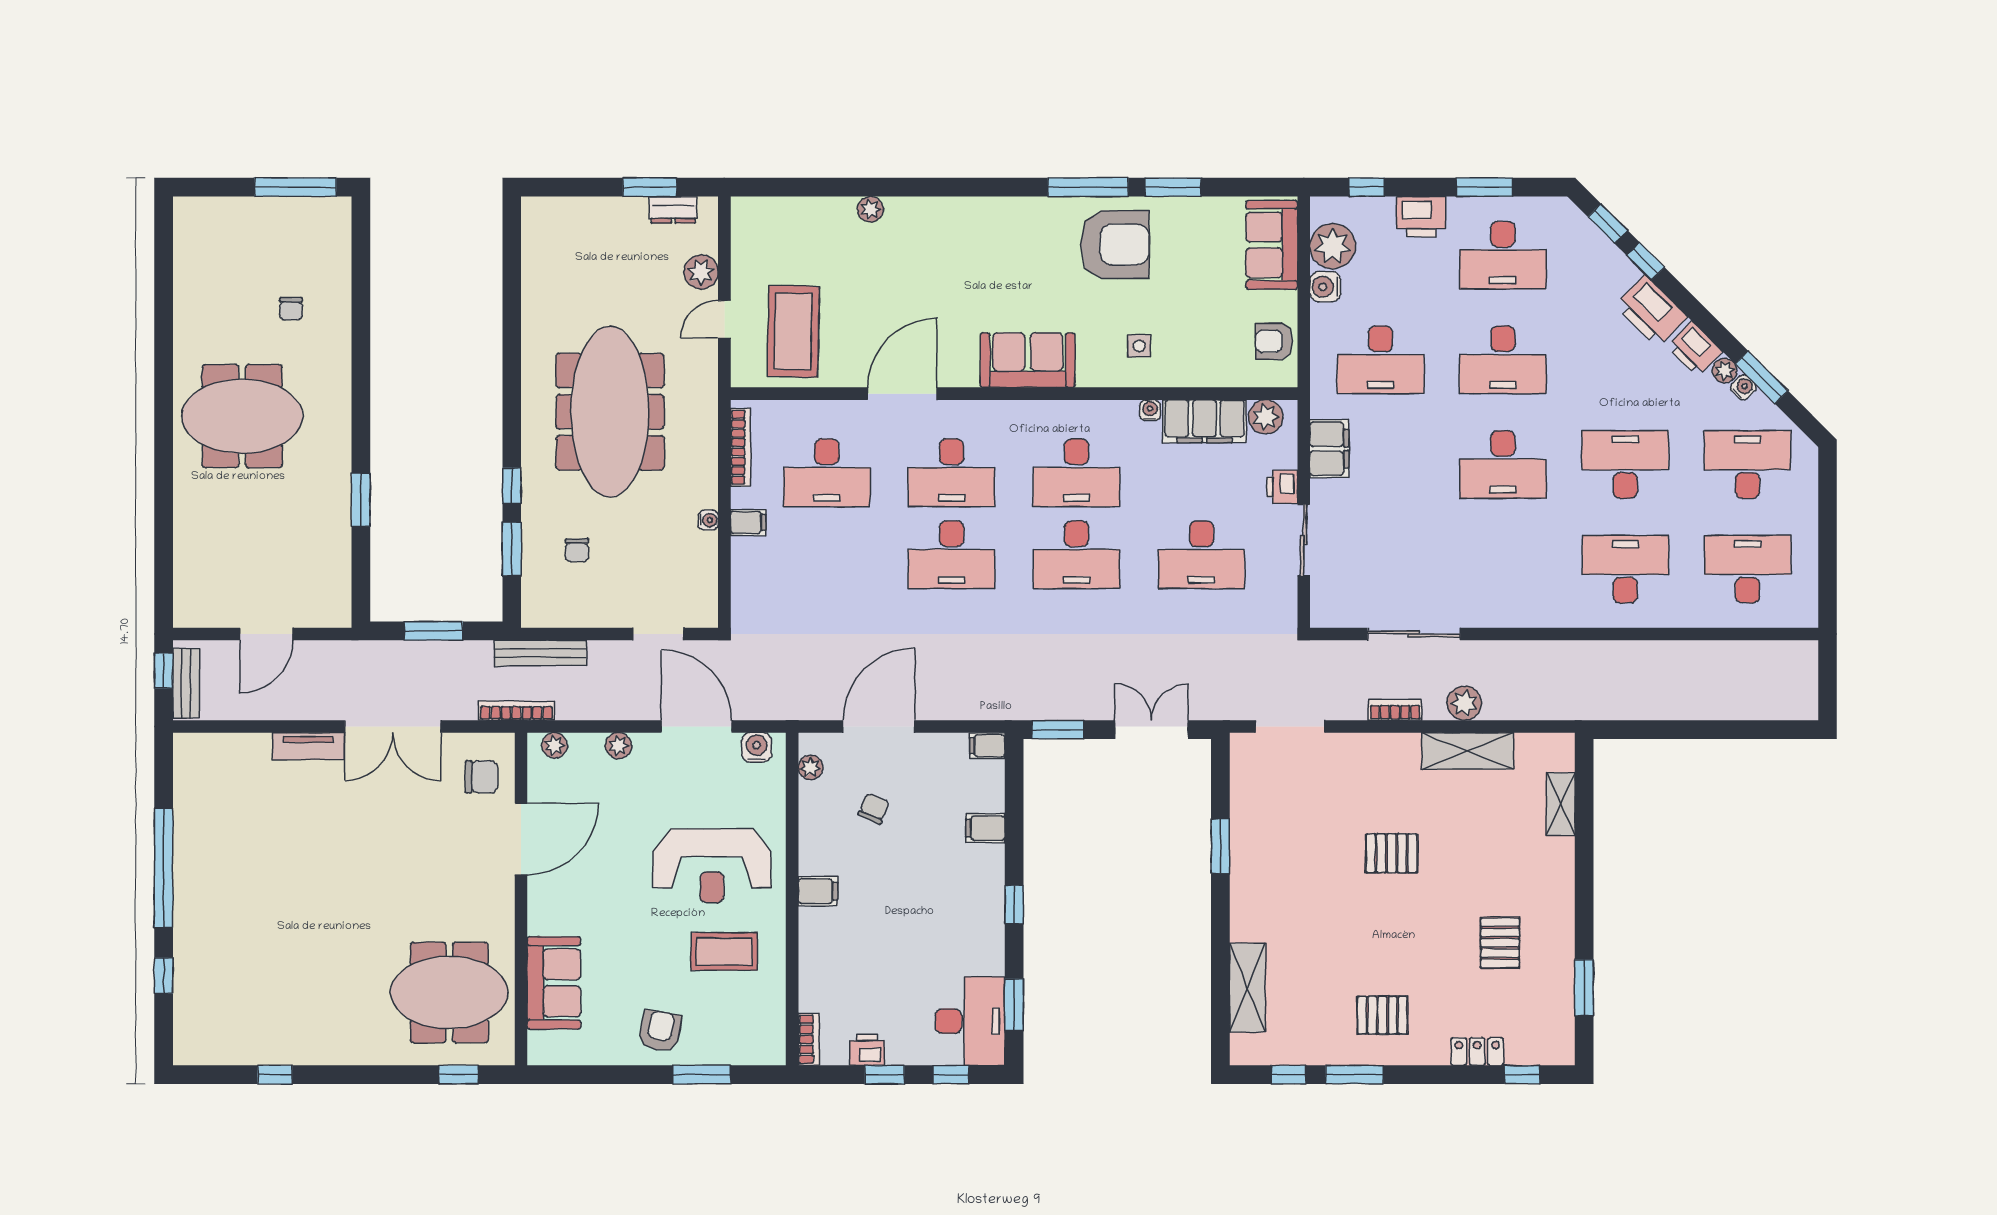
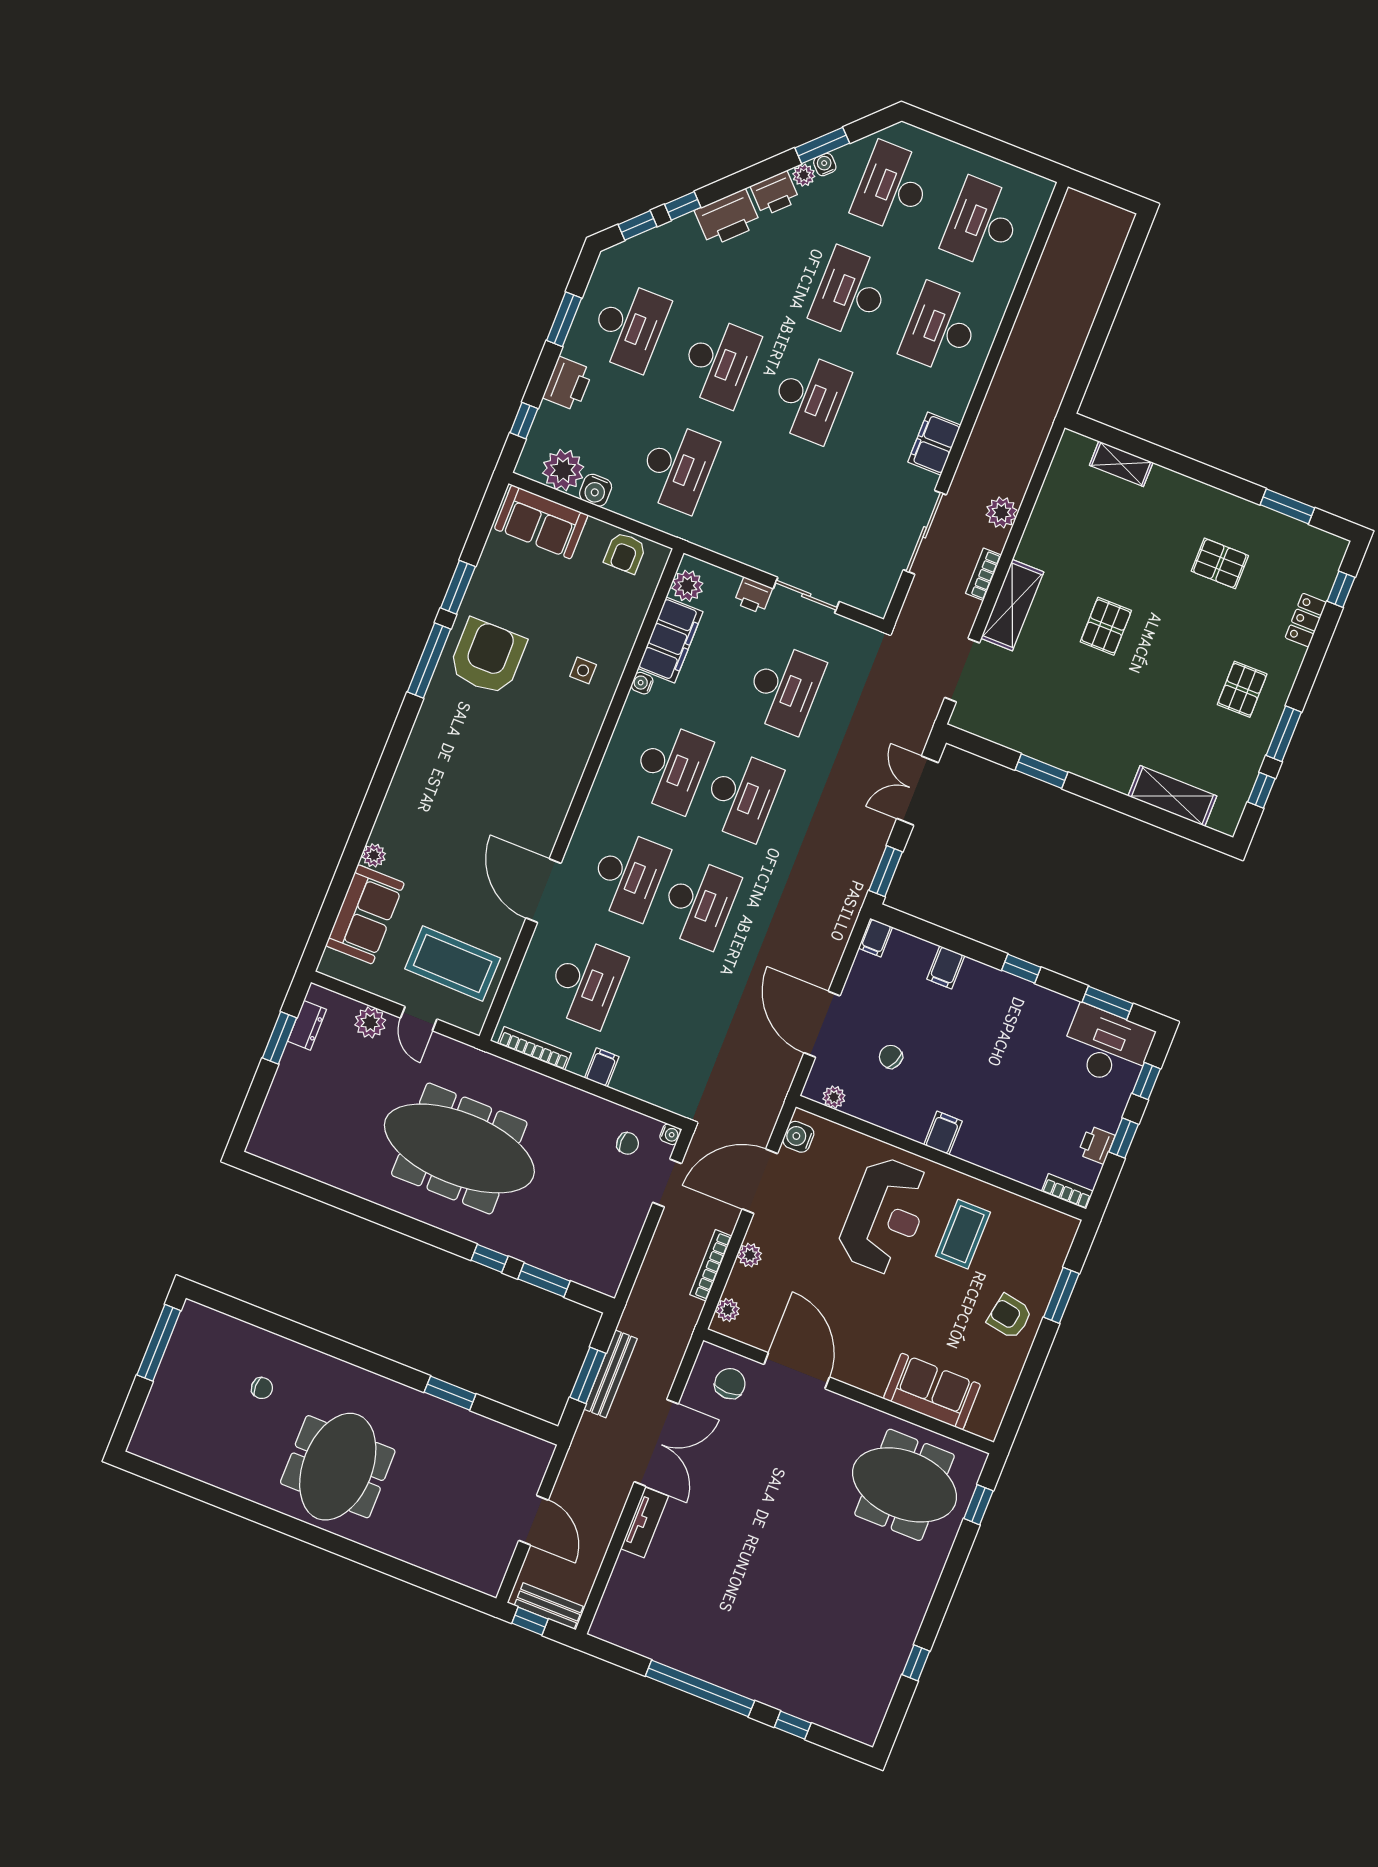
sofa: (1028, 360) -> (365, 914), moved, turned 180
filing cabinet: (1329, 449) -> (934, 444), moved, turned -90
water cooler: (708, 520) -> (670, 1134), moved, turned 90
chair: (577, 550) -> (628, 1143), moved
bench: (541, 653) -> (610, 1374), moved
bookcase: (516, 711) -> (711, 1265), moved
shelving: (1468, 751) -> (1012, 605), moved
meeting table: (449, 992) -> (905, 1485), turned 90

